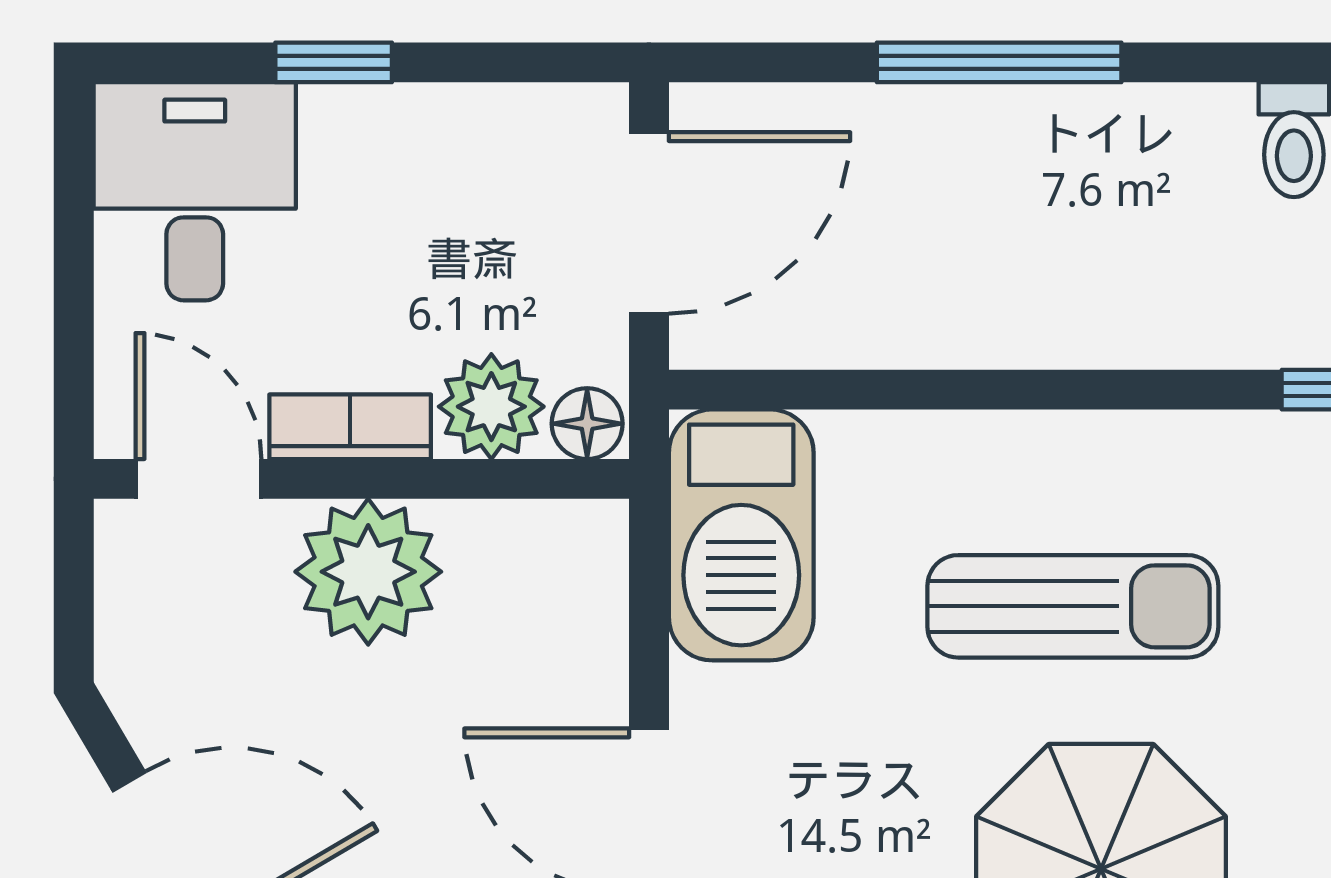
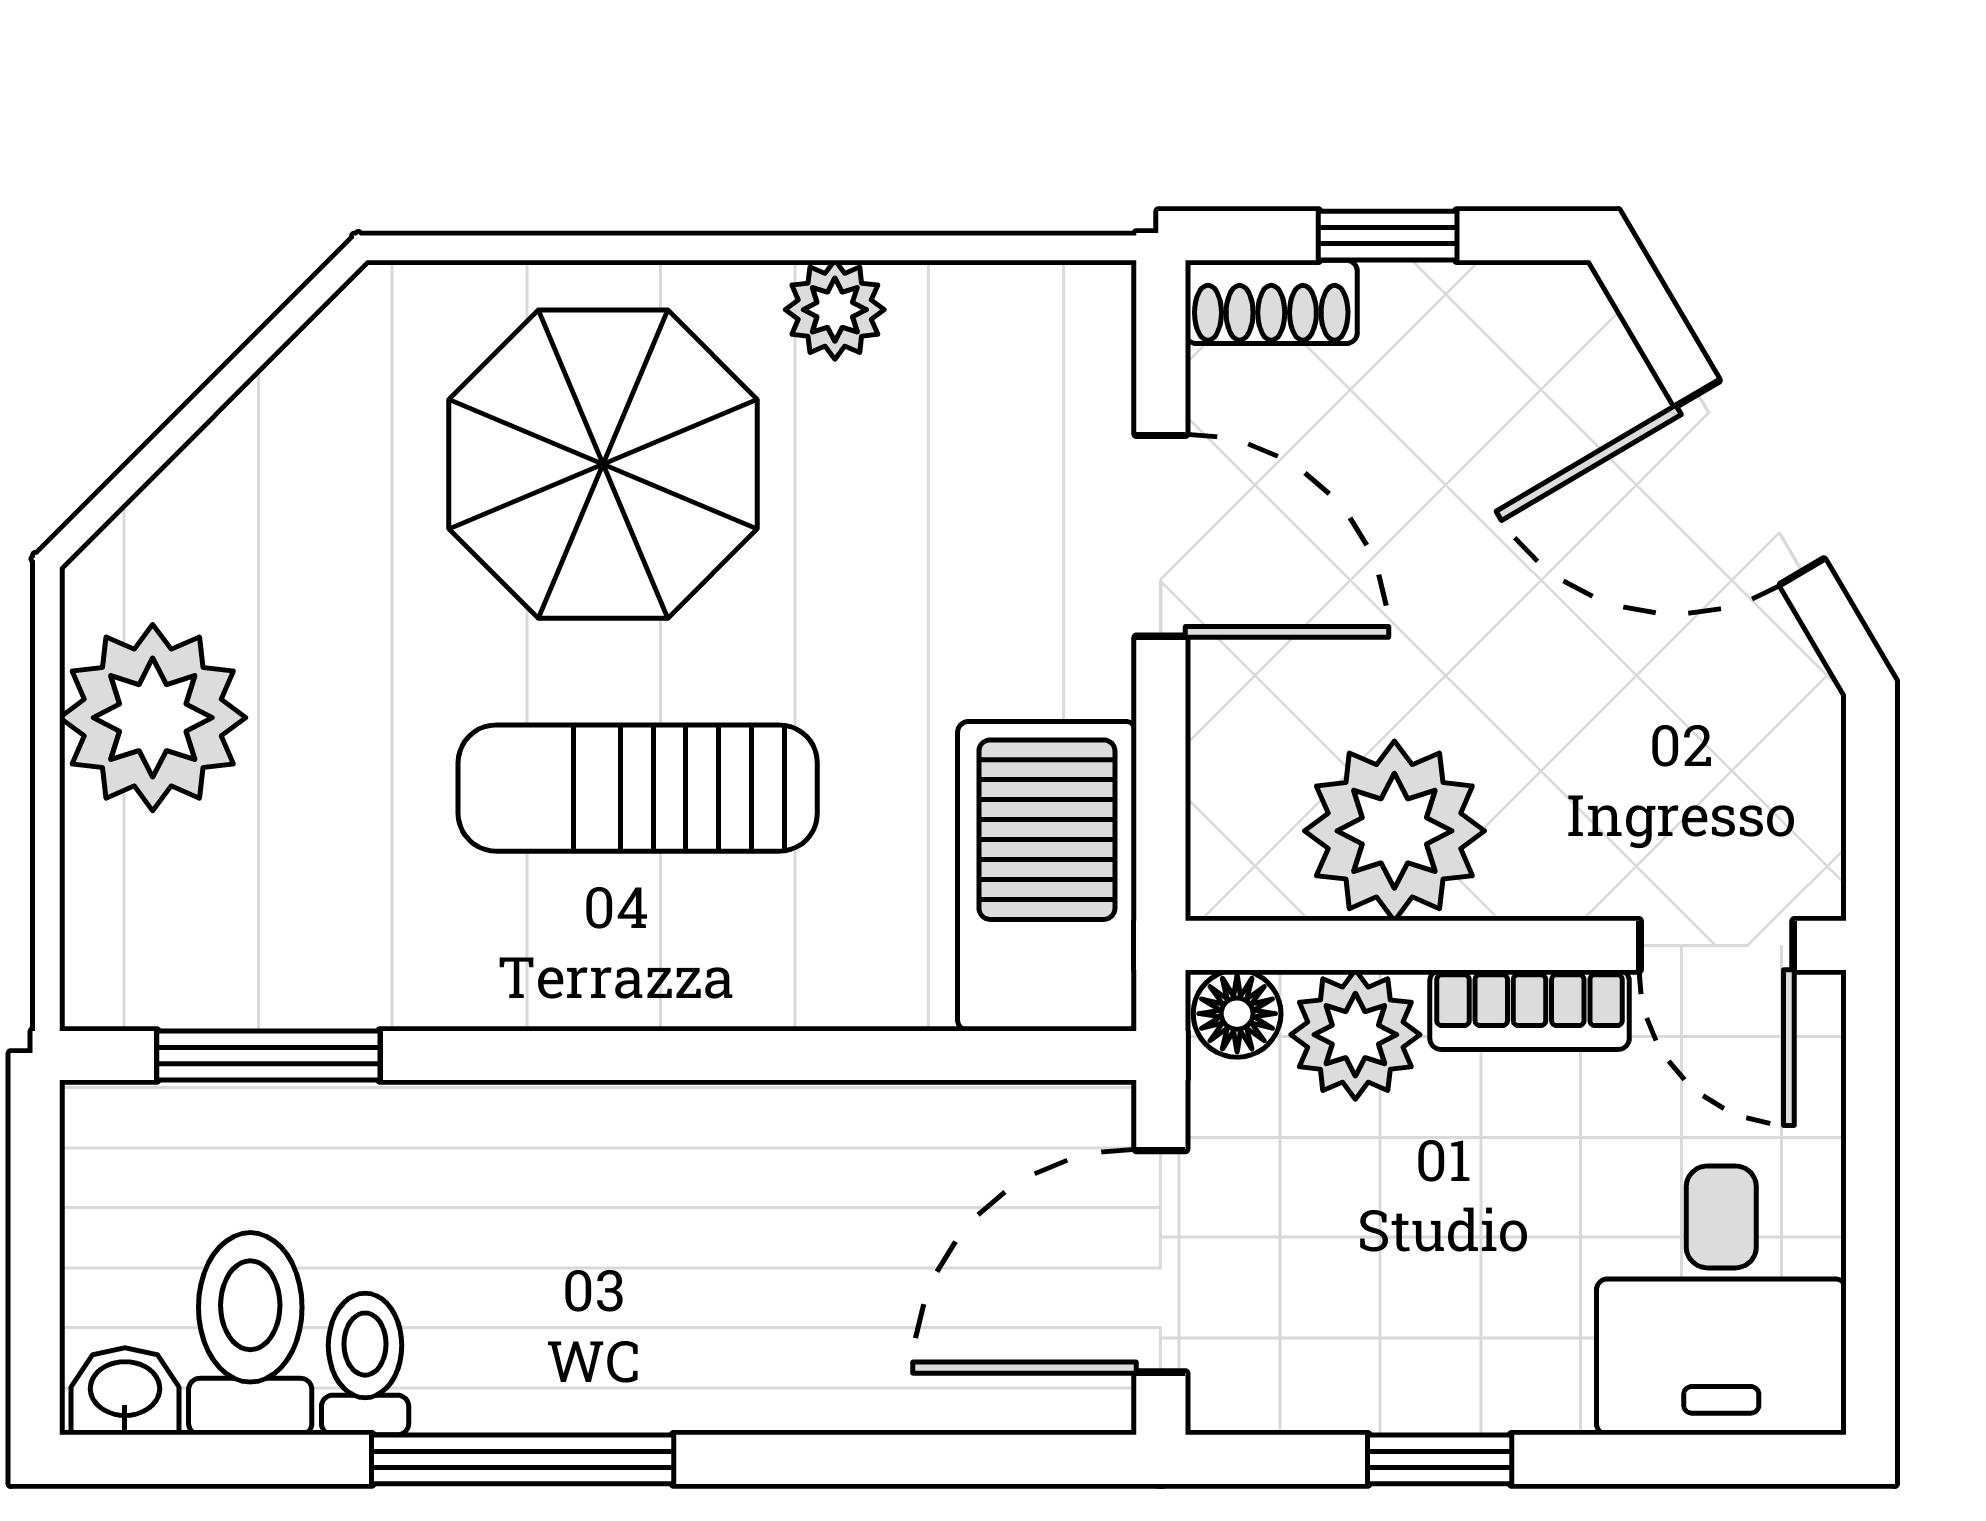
window: (334, 62) -> (1440, 1459), moved
window: (999, 62) -> (523, 1459), moved
plant: (368, 572) -> (1394, 831), moved

